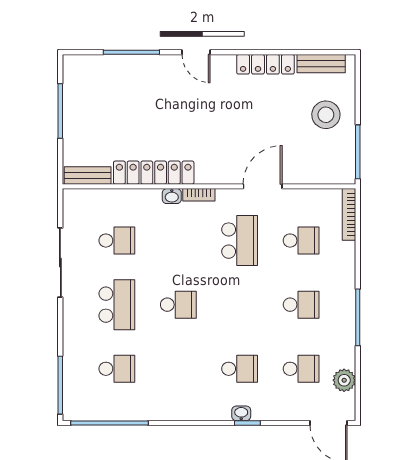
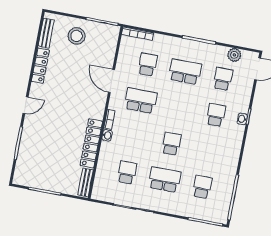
school desk: (301, 305) -> (185, 72), width x1.85

